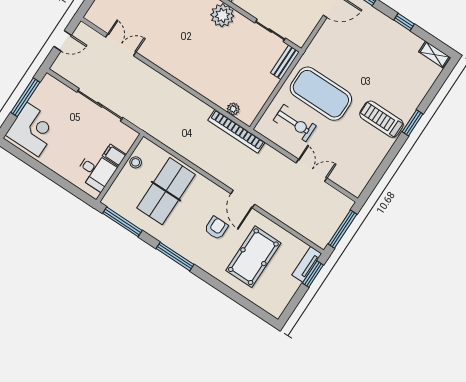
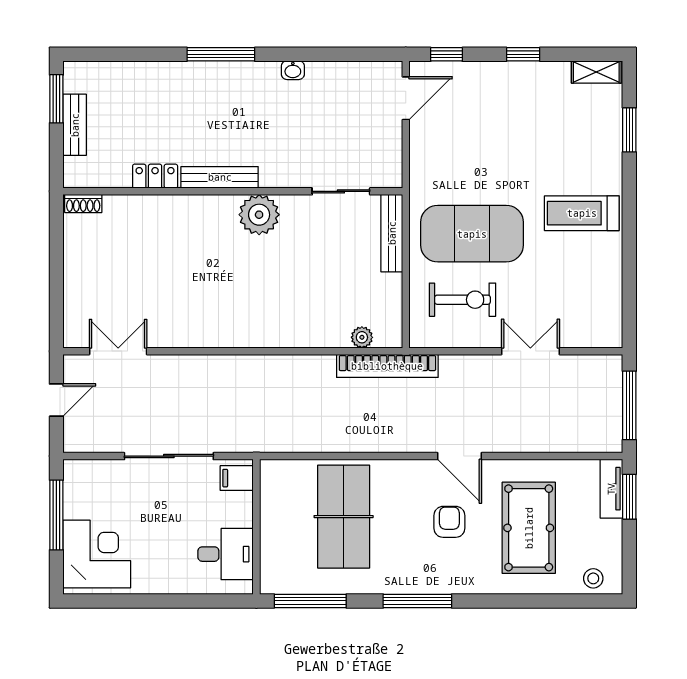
double door: (121, 45) -> (118, 351), moved
bench: (285, 62) -> (392, 233), width x1.36
window: (413, 123) -> (629, 130), moved
filing cabinet: (114, 155) -> (237, 478), moved
stool: (136, 162) -> (593, 578), moved

